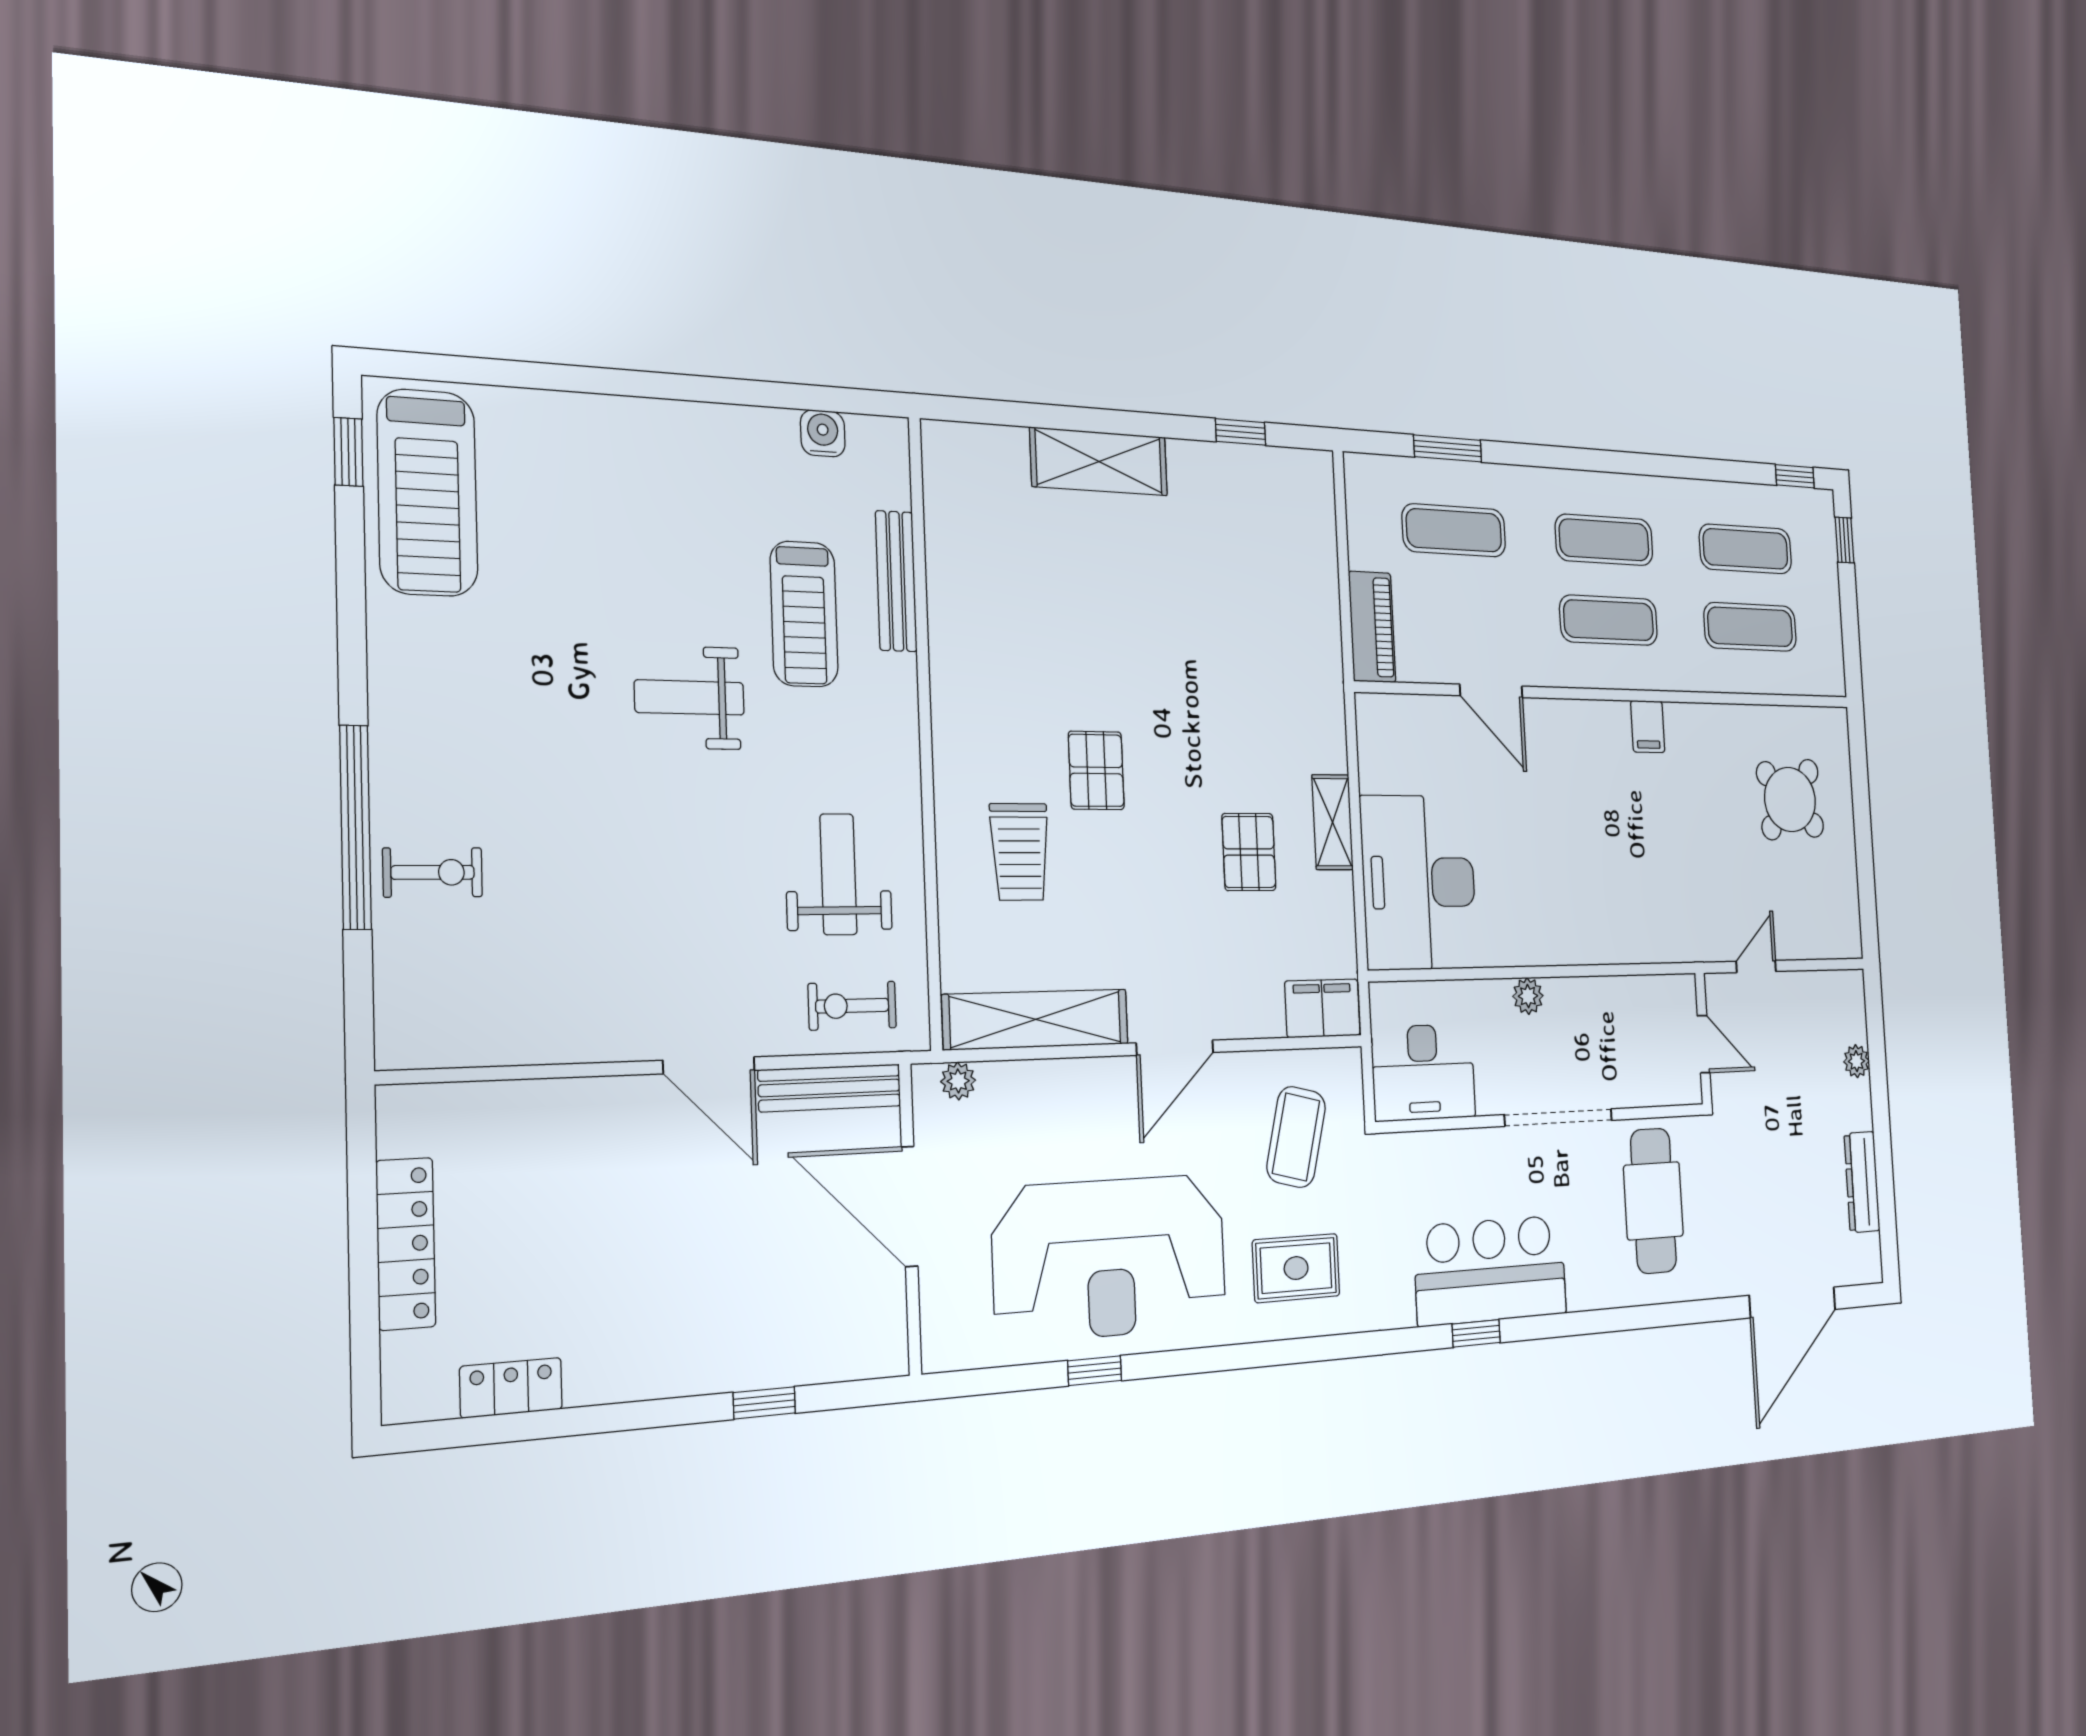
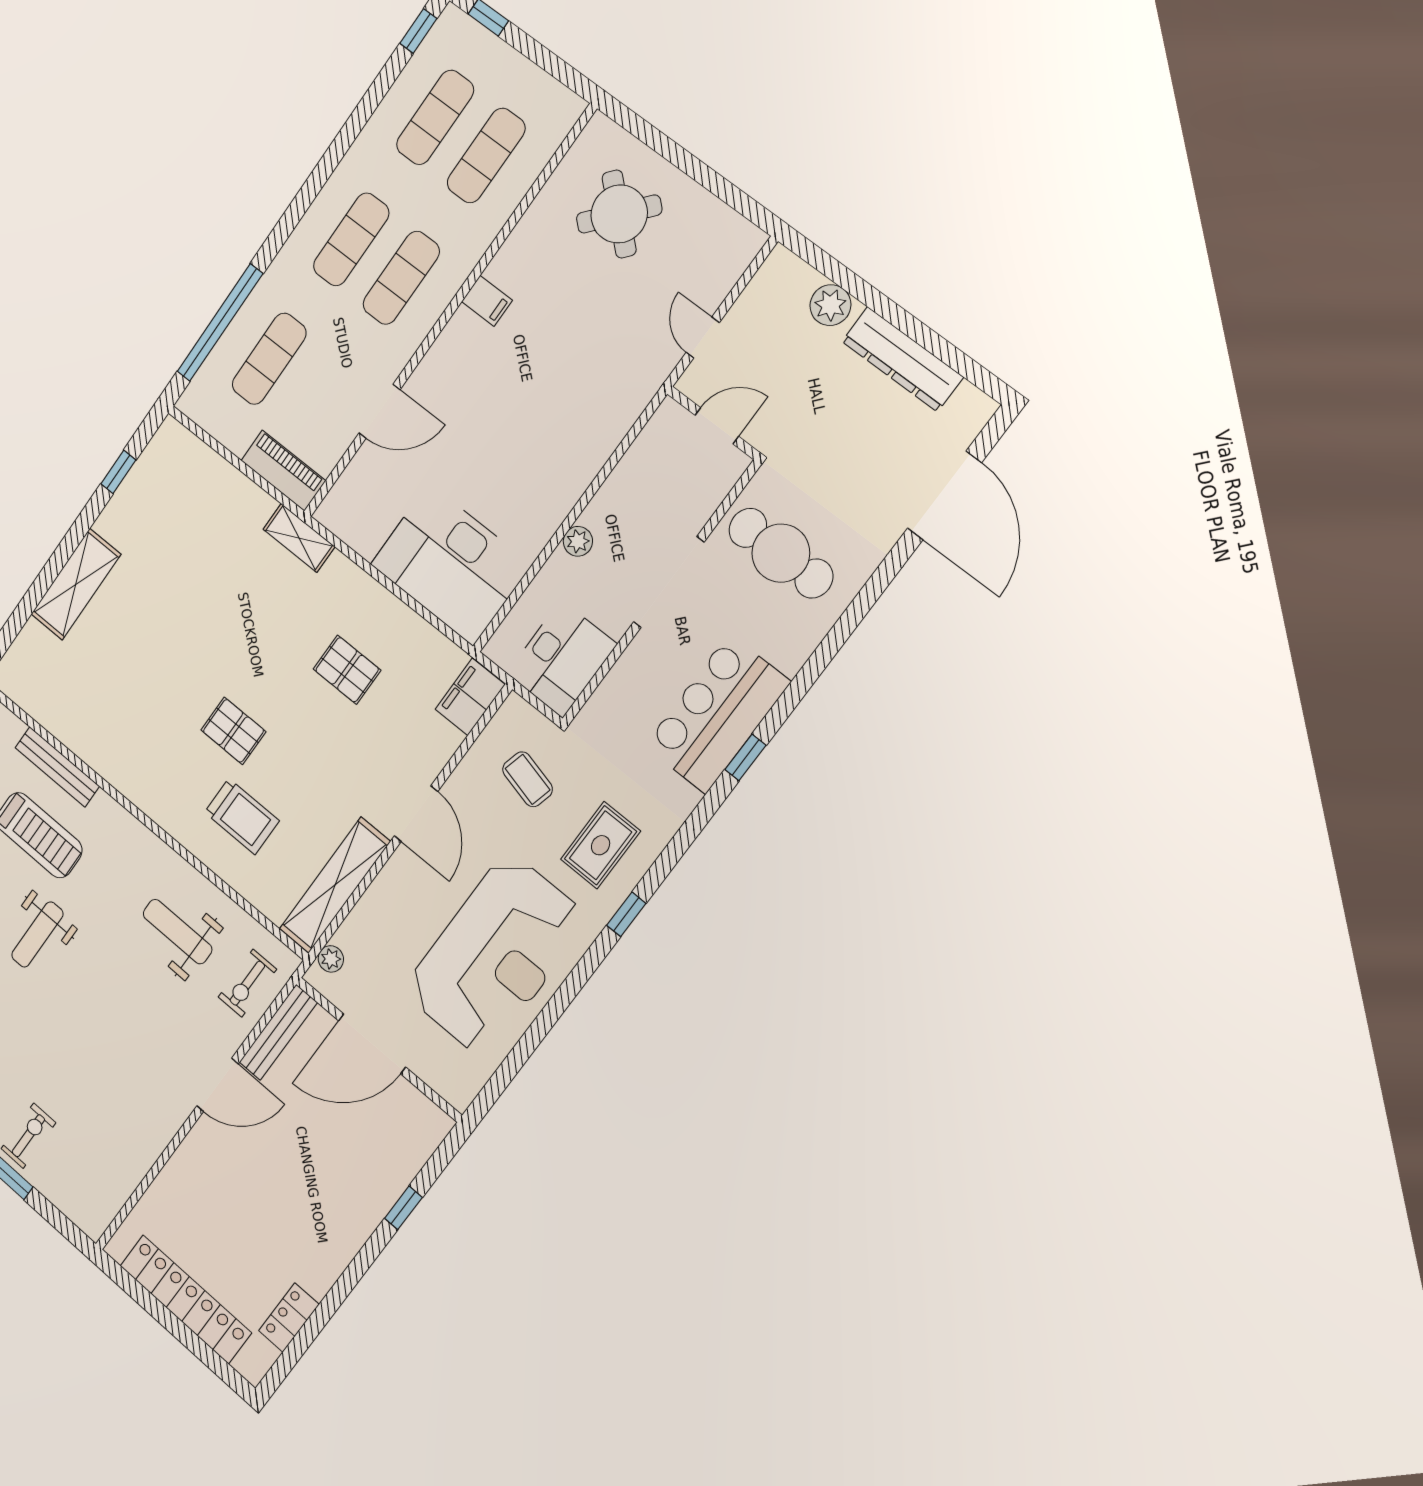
window: (1448, 448) -> (220, 323), width x2.11
shelving: (1333, 822) -> (299, 538), moved
plant: (1856, 1061) -> (830, 305), width x1.38, depth x1.38
coffee table: (1296, 1137) -> (528, 779), width x0.73, depth x0.77
dresser: (1862, 1182) -> (902, 359), width x1.37, depth x1.24
locker: (406, 1244) -> (185, 1299), width x1.41, depth x1.21
window: (1095, 1371) -> (626, 914), moved

